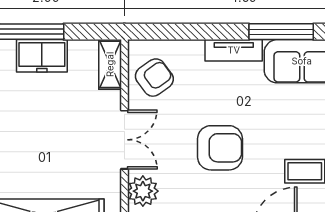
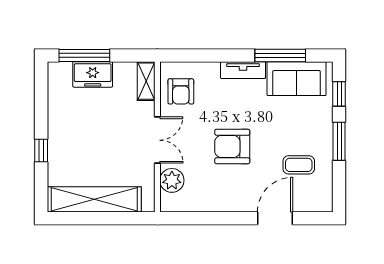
armchair: (154, 78) -> (181, 91), turned 126
armchair: (220, 148) -> (232, 147), turned 180

